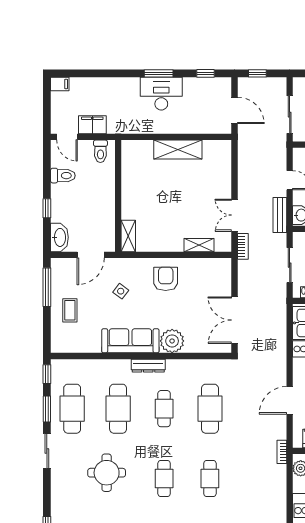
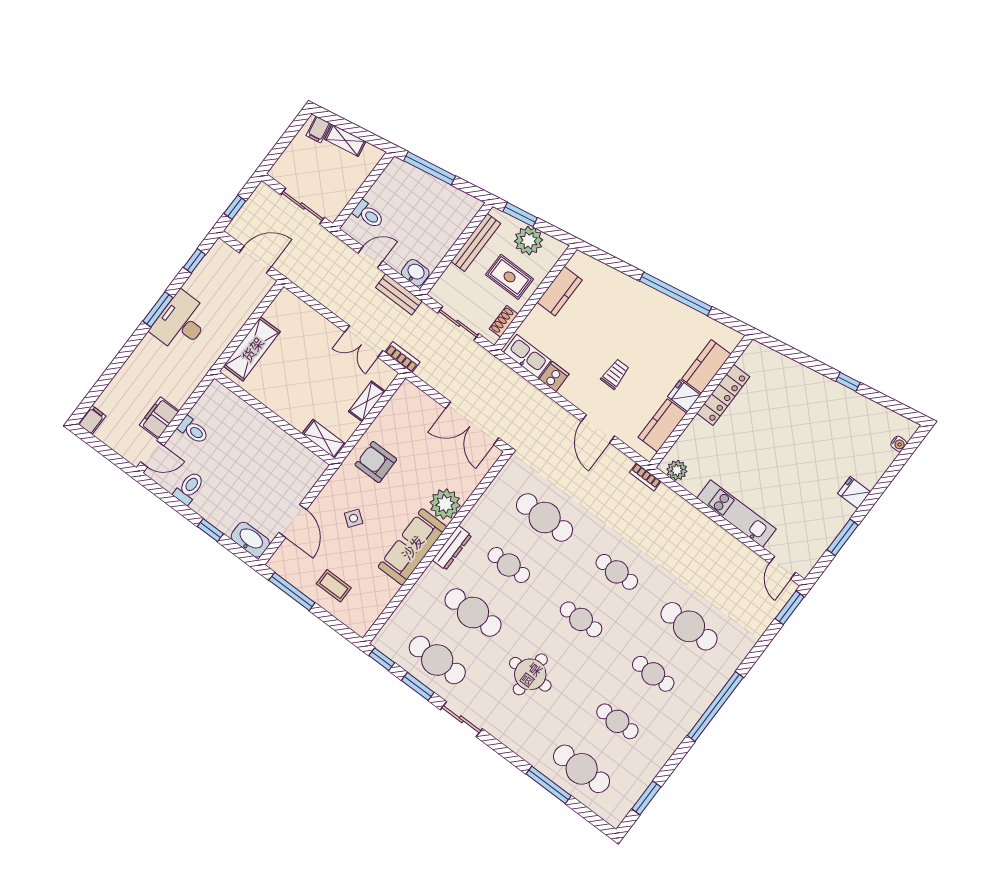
wall: (118, 196) -> (274, 418), moved
shelving: (128, 236) -> (324, 439), moved

